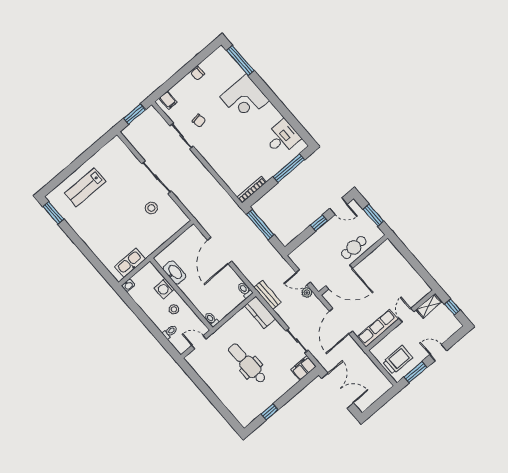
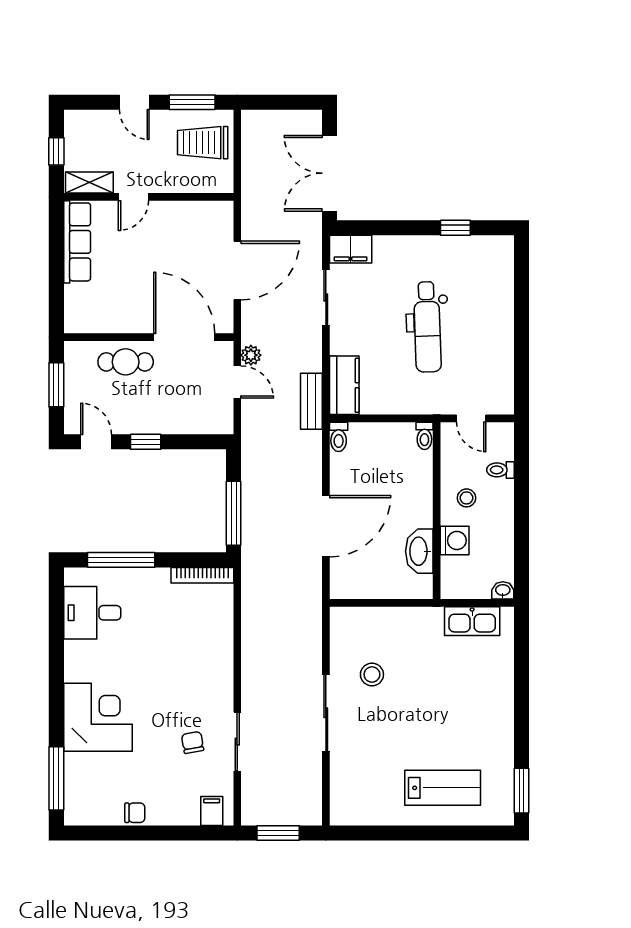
row of seats: (378, 328) -> (77, 242), moved, turned -90

